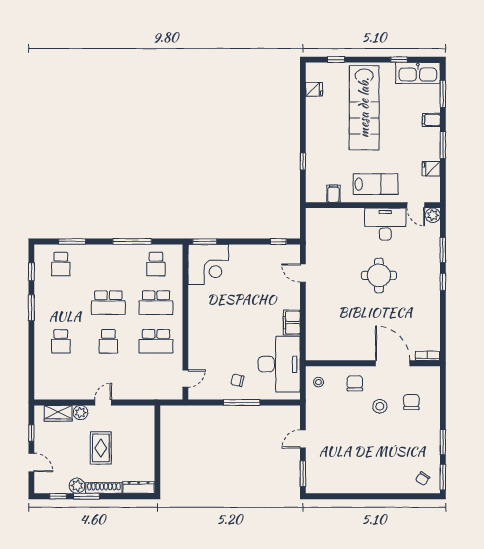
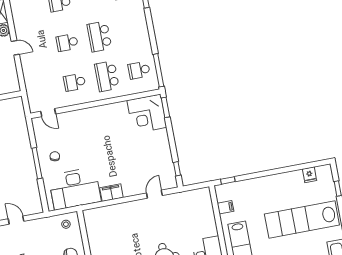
window: (303, 161) -> (228, 180), moved
window: (132, 242) -> (159, 70), moved
school desk: (156, 341) -> (75, 82), width x0.54

